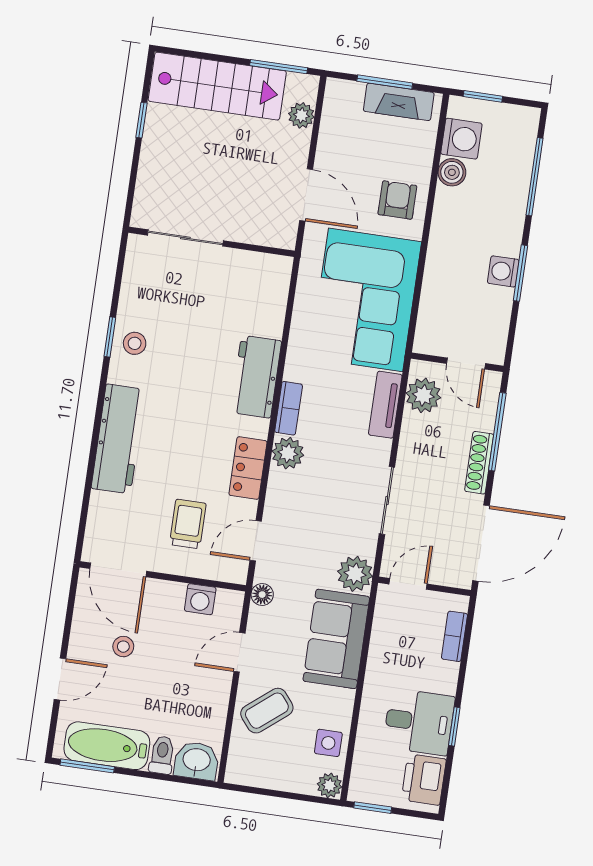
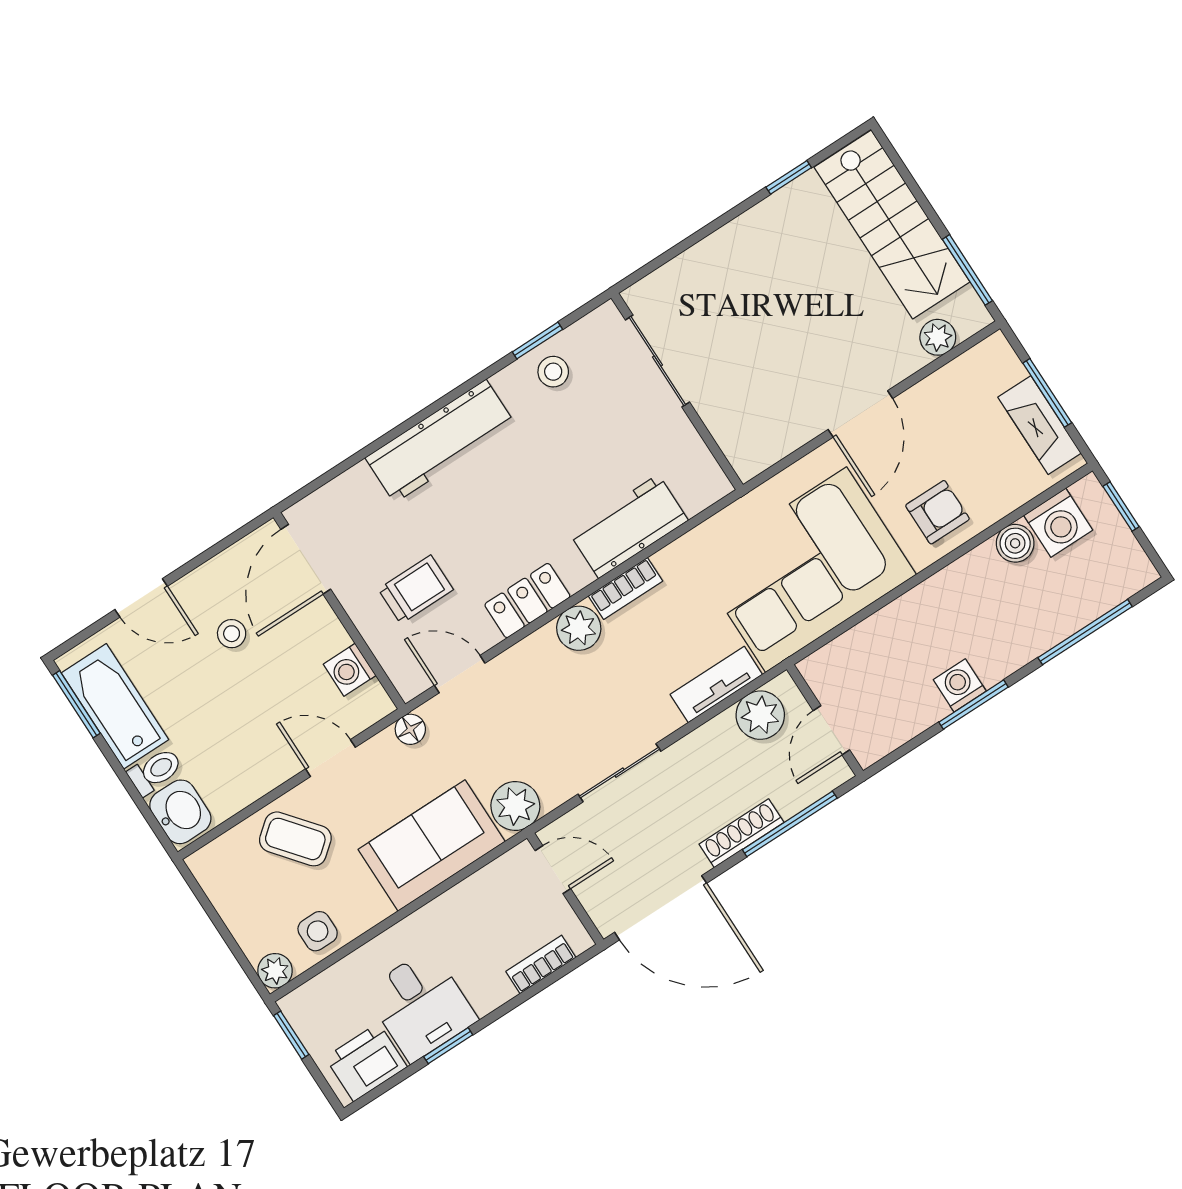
sliding door: (185, 238) -> (657, 361), moved
wall: (212, 242) -> (677, 391), moved

